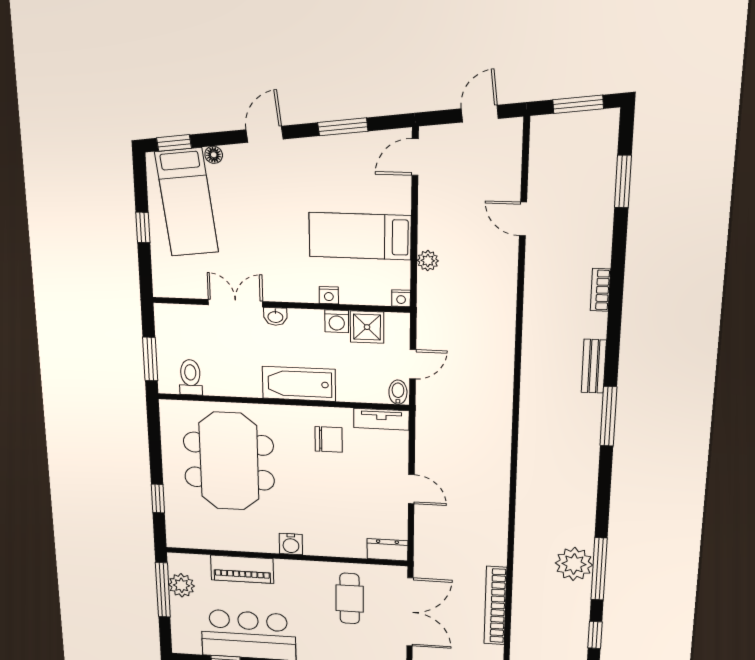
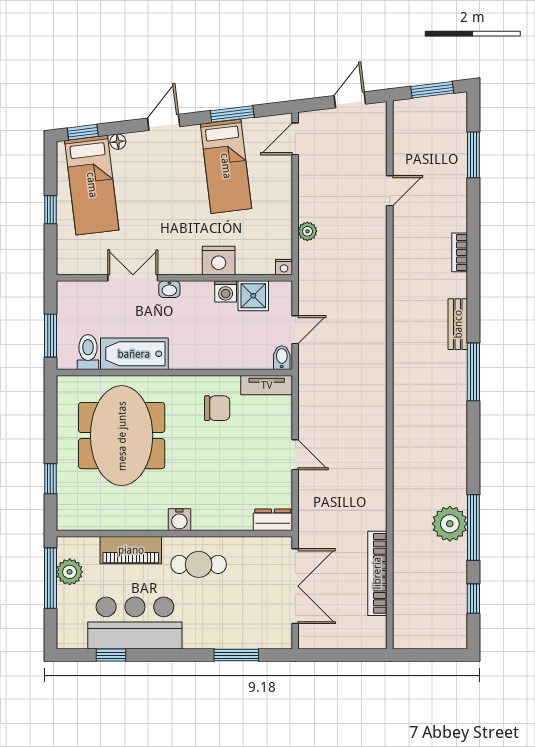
door: (523, 219) -> (390, 191), swing flipped
bed: (360, 236) -> (226, 166), moved, turned -97
nightstand: (329, 295) -> (219, 260), width x1.89, depth x1.79
bathtub: (299, 384) -> (134, 354), moved
cafe table: (350, 598) -> (199, 564), moved, turned 90

